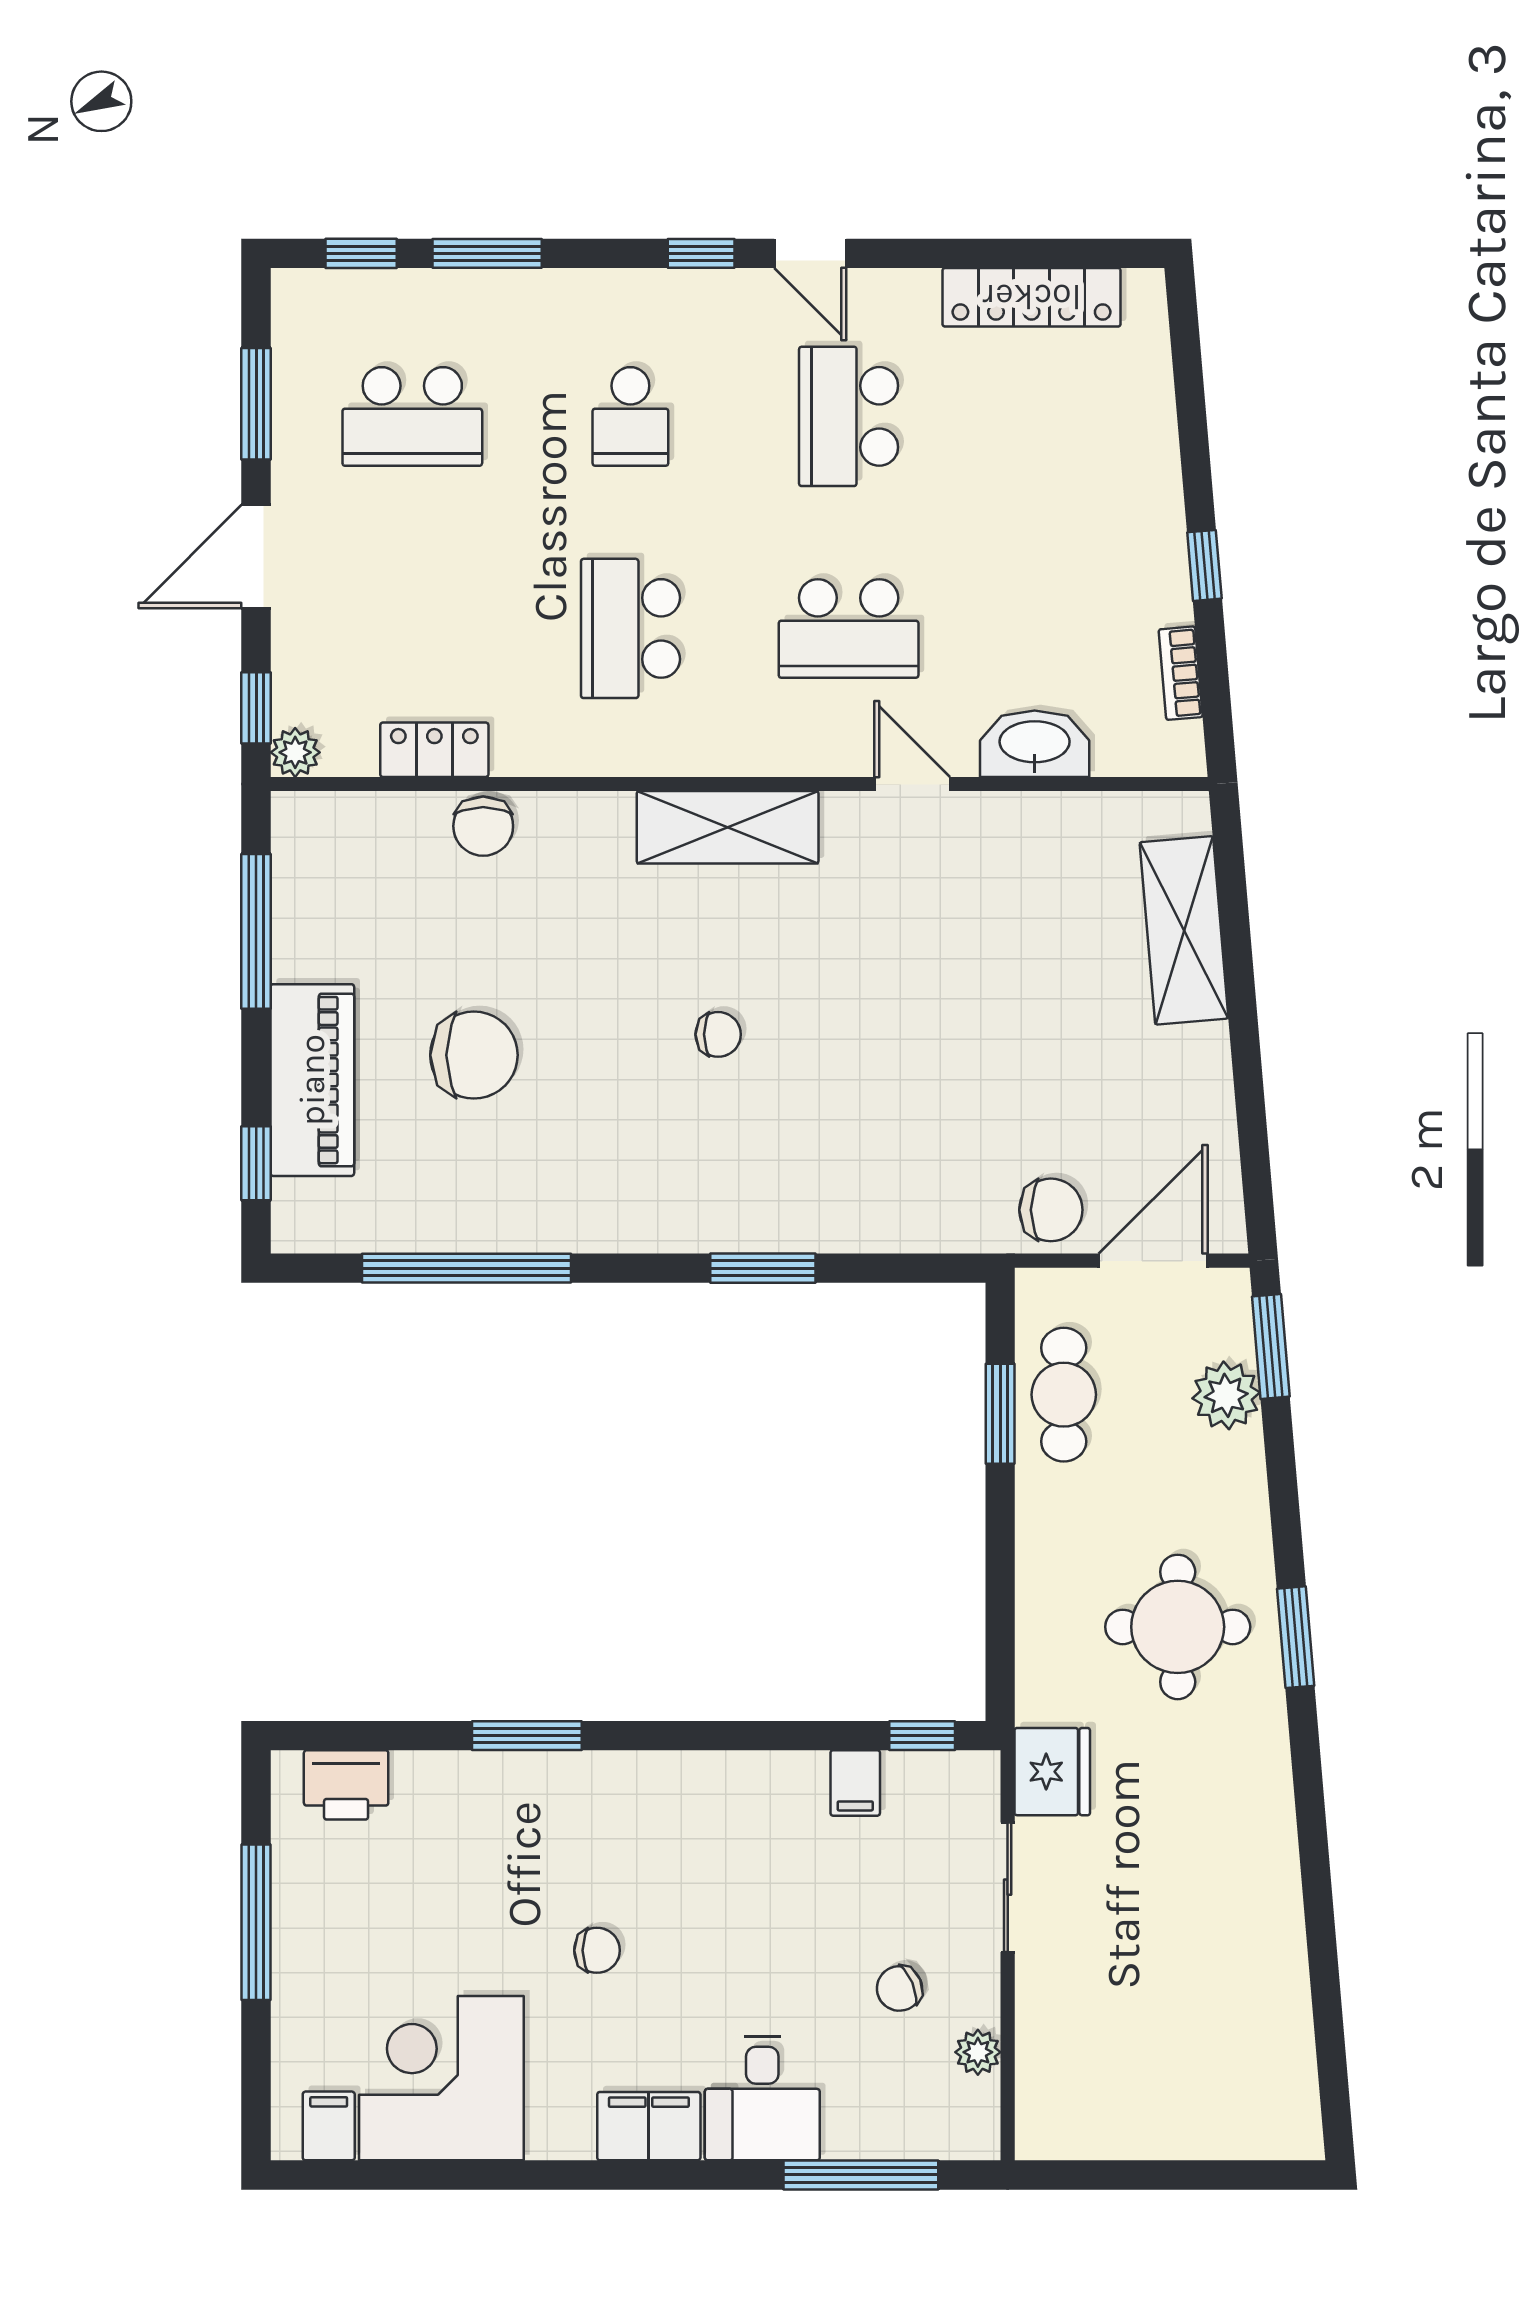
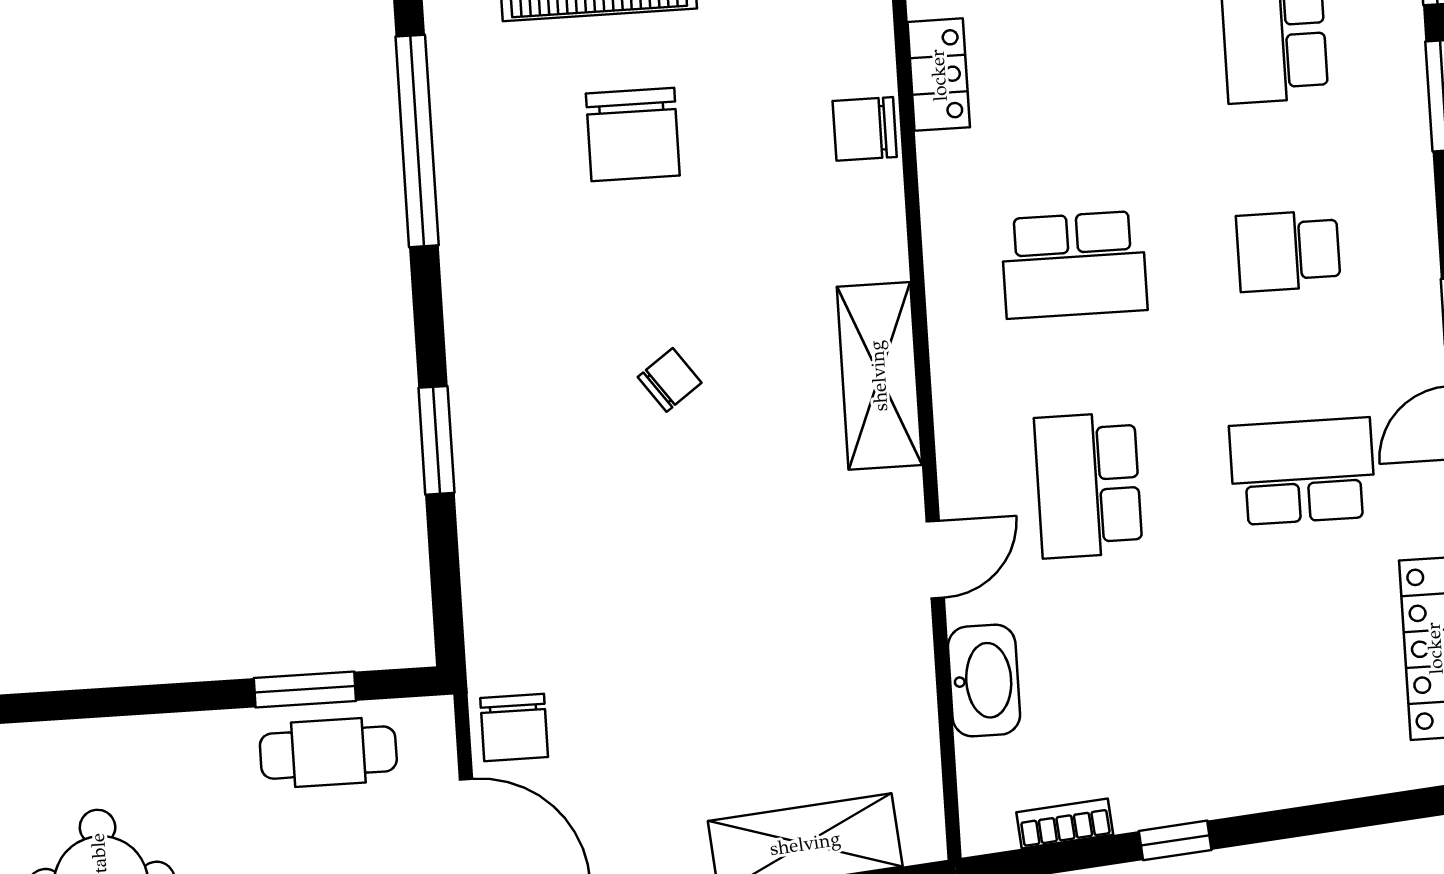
school desk: (630, 628) -> (1074, 265), turned 180
chair: (718, 1034) -> (670, 380), turned -126

